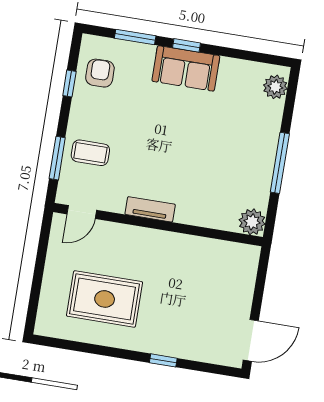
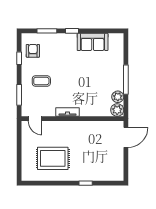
sofa: (186, 68) -> (93, 42), moved
plant: (275, 87) -> (118, 97), moved
coffee table: (90, 153) -> (41, 81), moved
door: (82, 212) -> (35, 119), hinge flipped
door: (251, 340) -> (126, 137), moved

